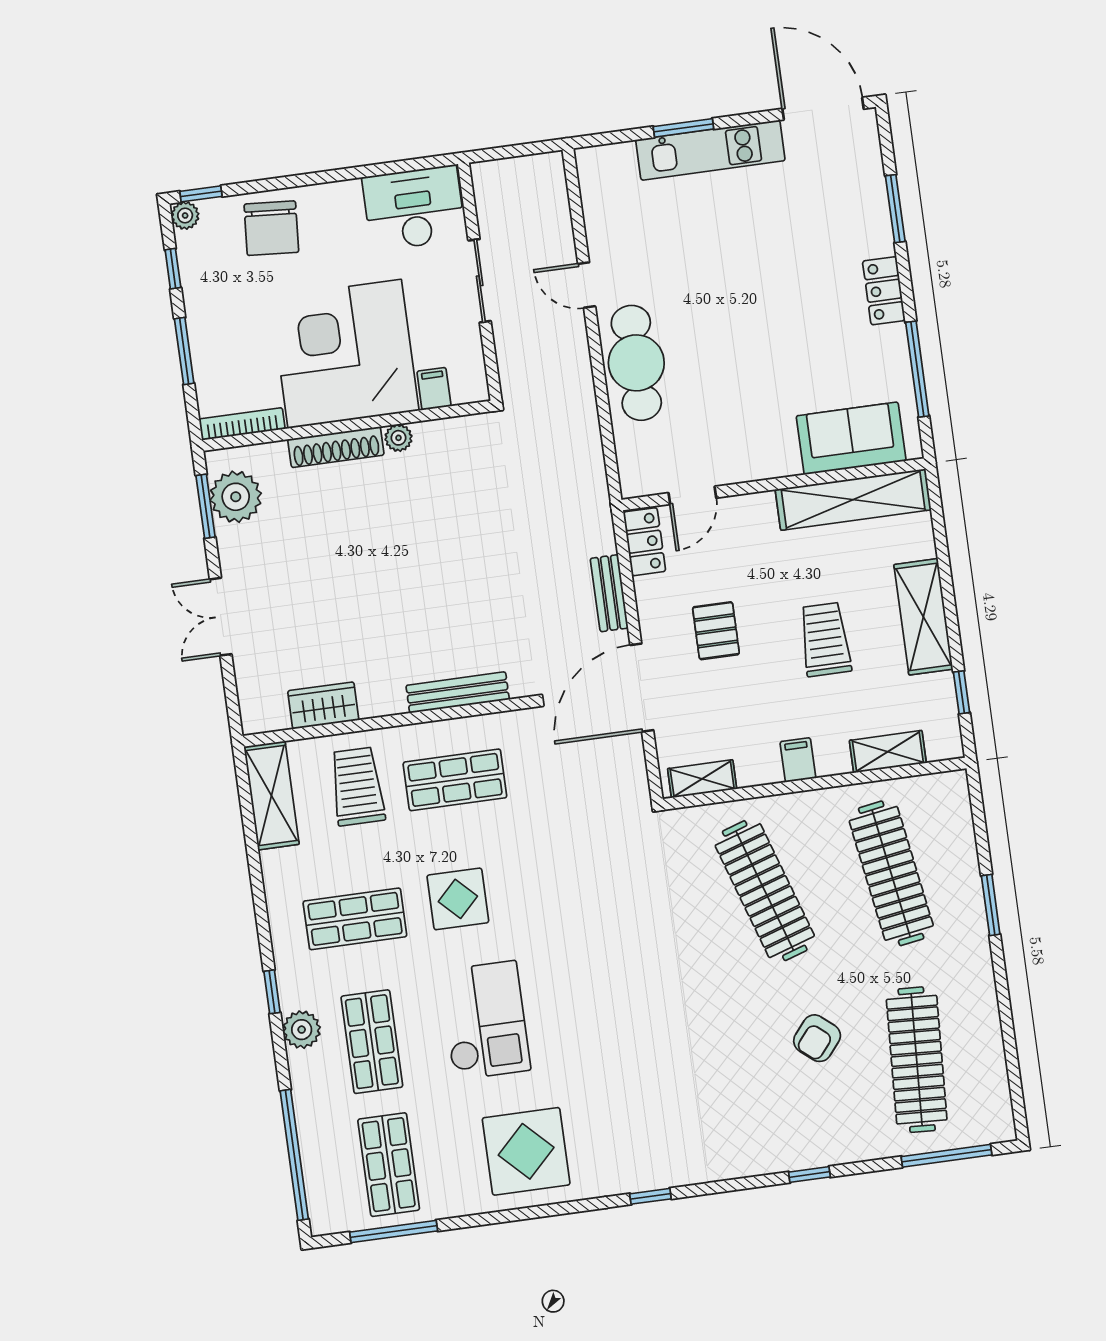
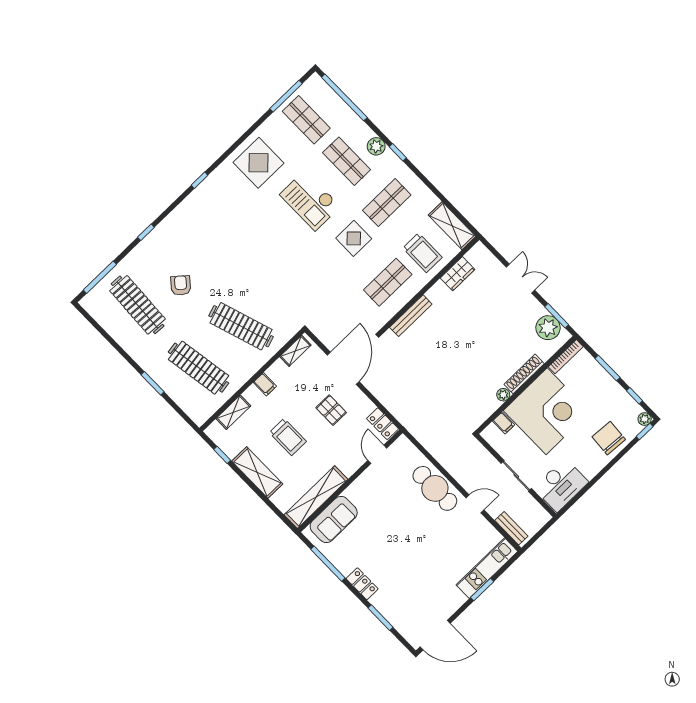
kitchen unit: (710, 150) -> (487, 568), moved
bench: (609, 593) -> (511, 528), moved

